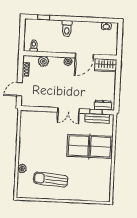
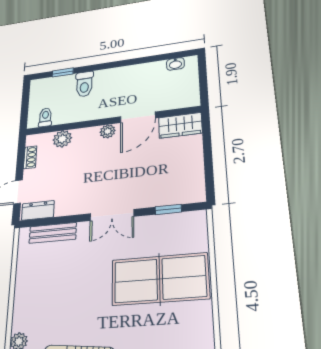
toilet: (67, 29) -> (84, 84), moved
dresser: (103, 105) -> (38, 210), moved
bench: (97, 118) -> (53, 233), moved

